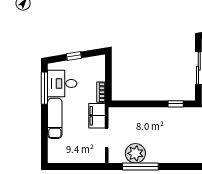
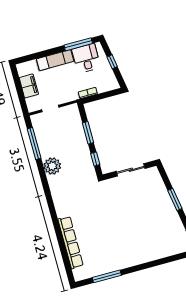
window: (145, 104) -> (88, 133), added
filing cabinet: (97, 116) -> (29, 86), moved, turned 90
plant: (135, 153) -> (52, 166), moved

